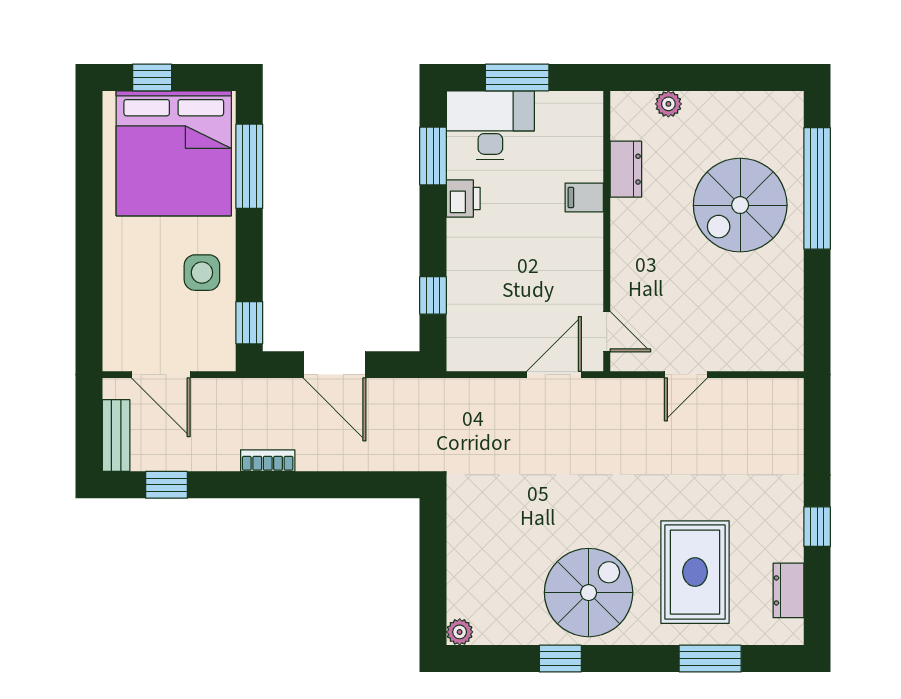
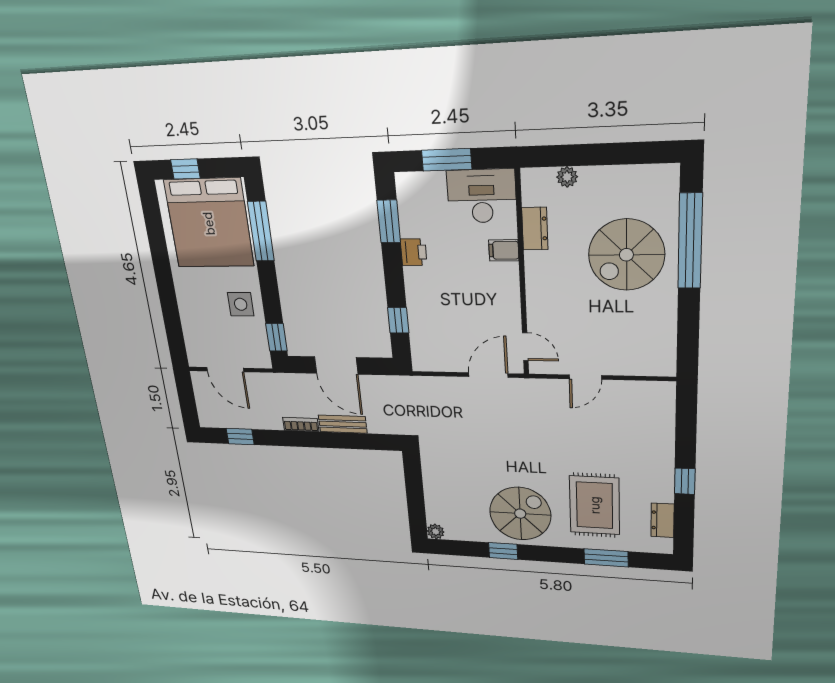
desk: (490, 125) -> (482, 196), moved
bench: (116, 436) -> (343, 424), moved, turned 90

